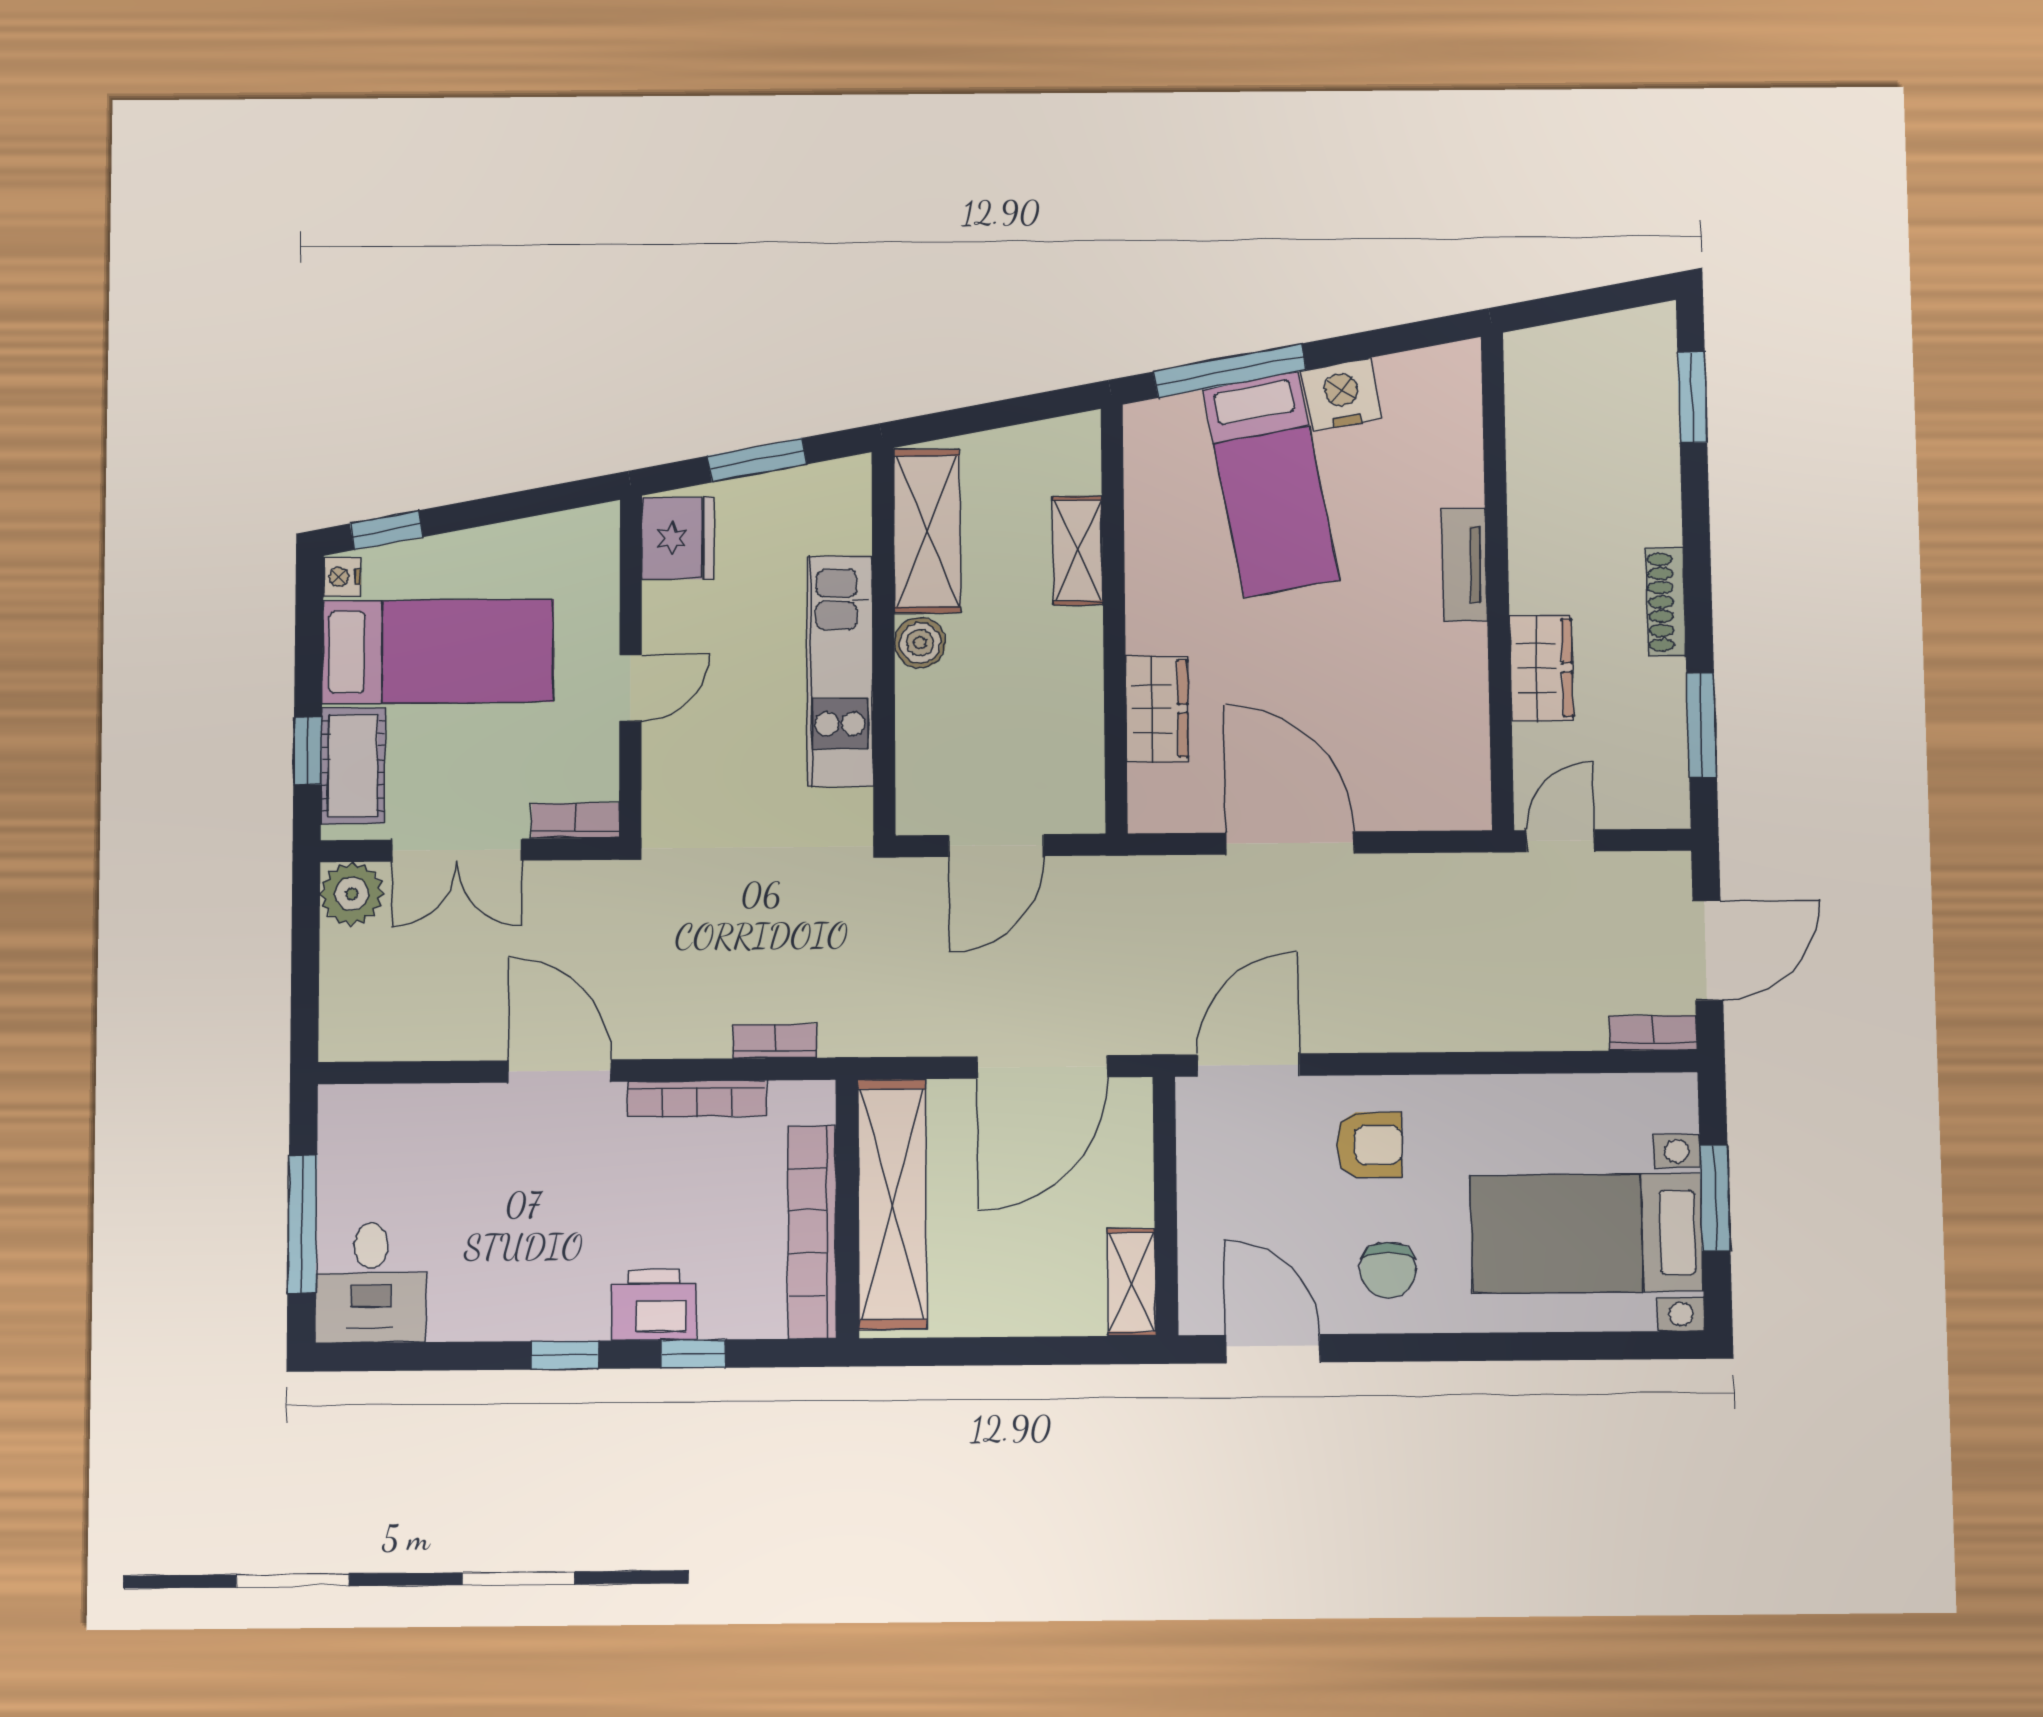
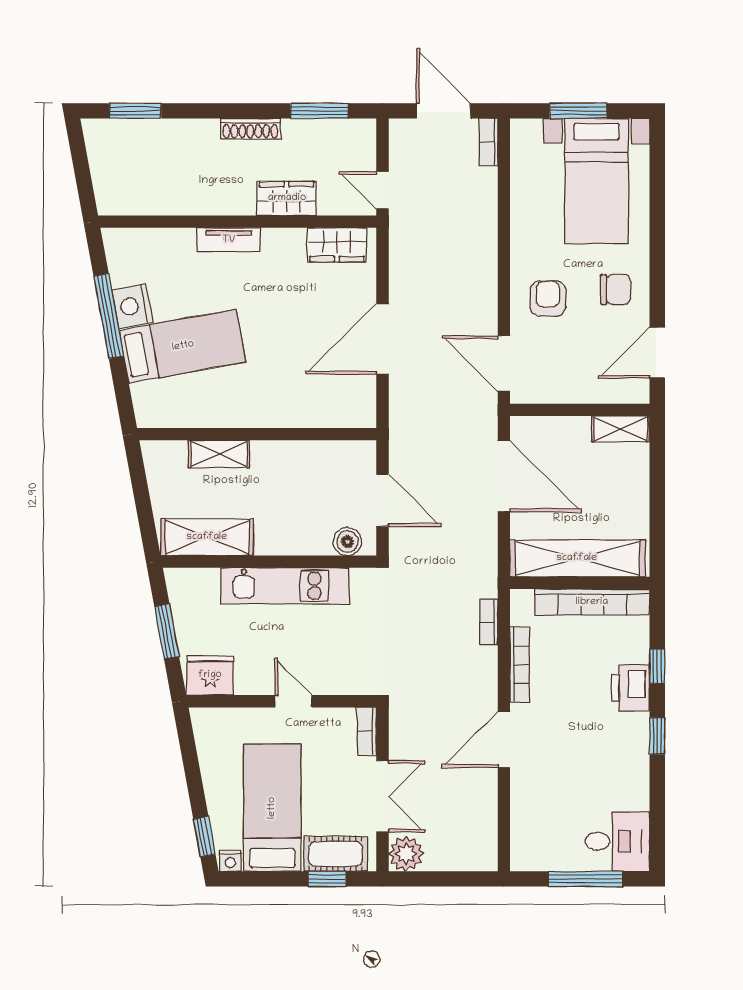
window: (1230, 371) -> (109, 316), moved
boiler: (920, 643) -> (347, 542), moved
wardrobe: (1157, 709) -> (337, 245), moved, turned 180

